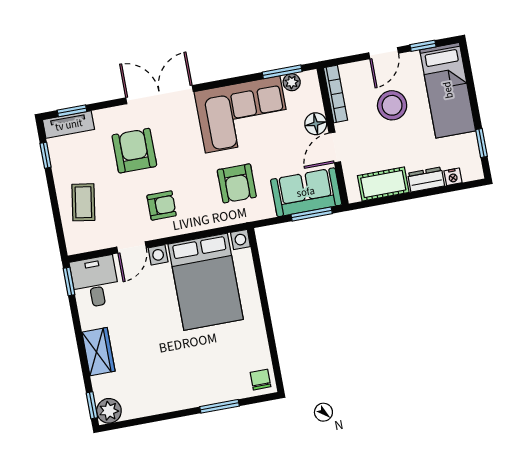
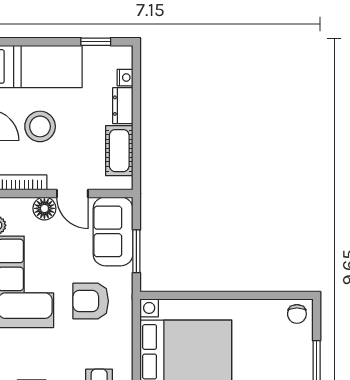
armchair: (237, 183) -> (91, 301), turned 180
window: (312, 214) -> (136, 251), moved
chair: (261, 380) -> (297, 314), turned -90

